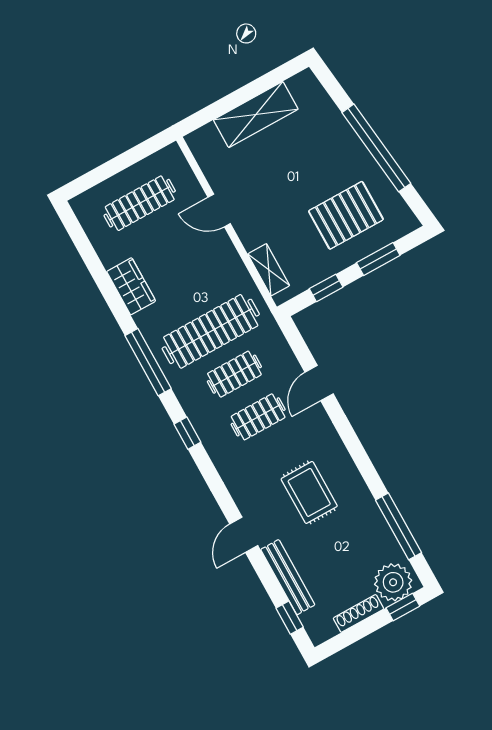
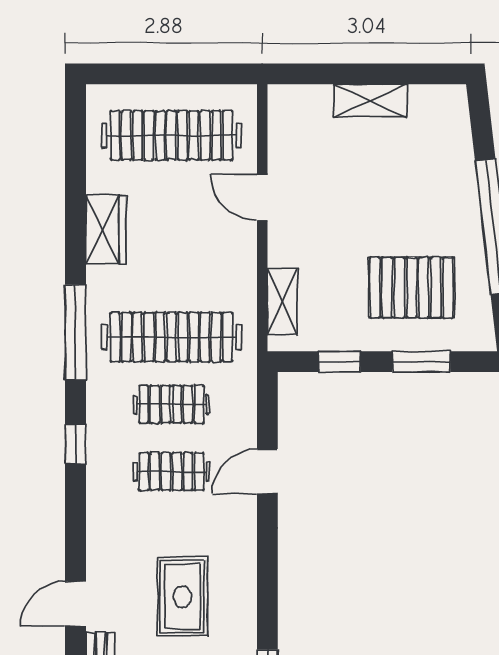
shelving: (256, 115) -> (370, 101), width x0.67, depth x0.75
clothes rail: (140, 203) -> (171, 135), width x1.37, depth x1.31

